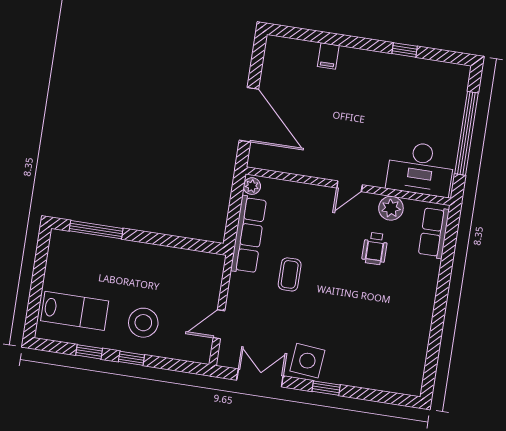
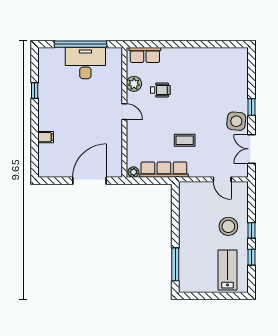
desk: (420, 169) -> (85, 63), moved, turned -90

